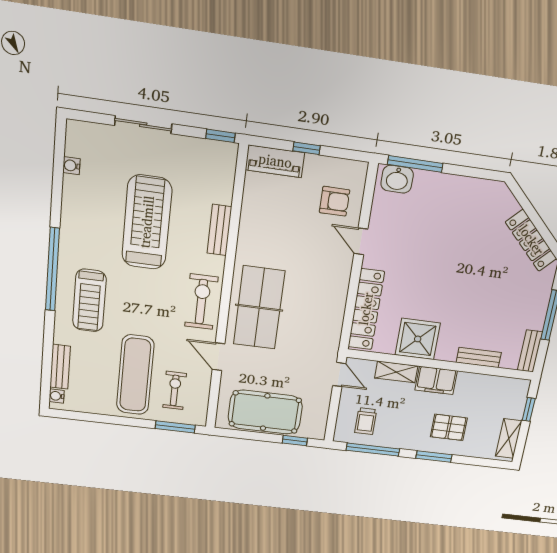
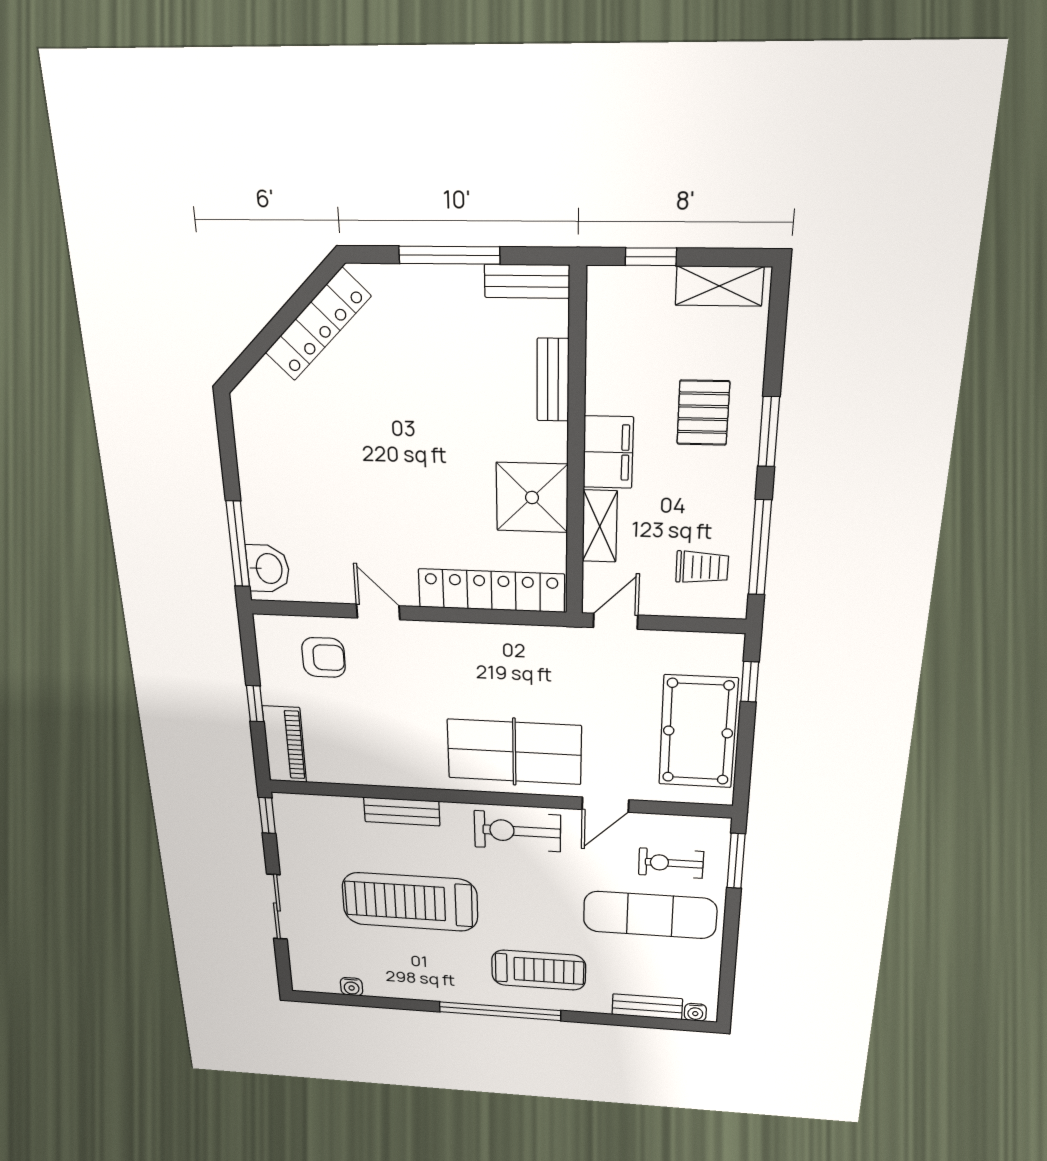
armchair: (335, 201) -> (324, 657), turned 90
door: (361, 241) -> (378, 612), swing flipped

